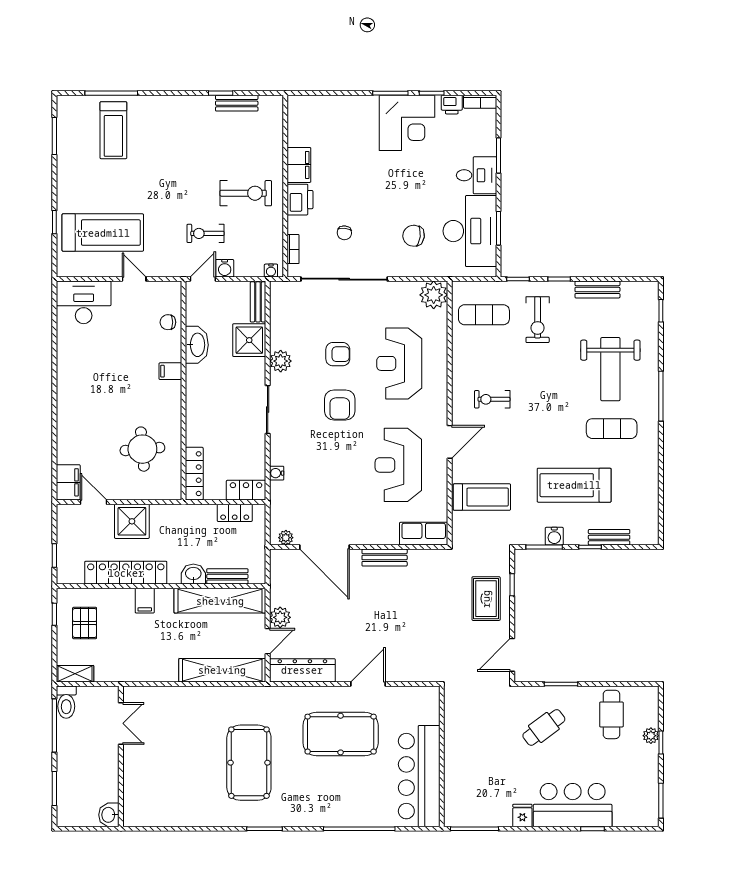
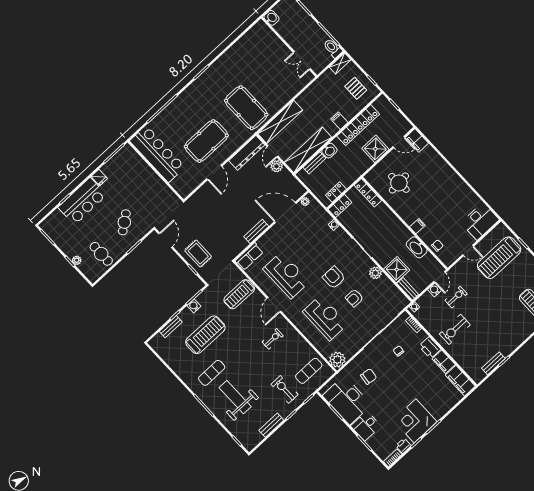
filing cabinet: (300, 120) -> (460, 381), added
pool table: (249, 763) -> (246, 108), moved

